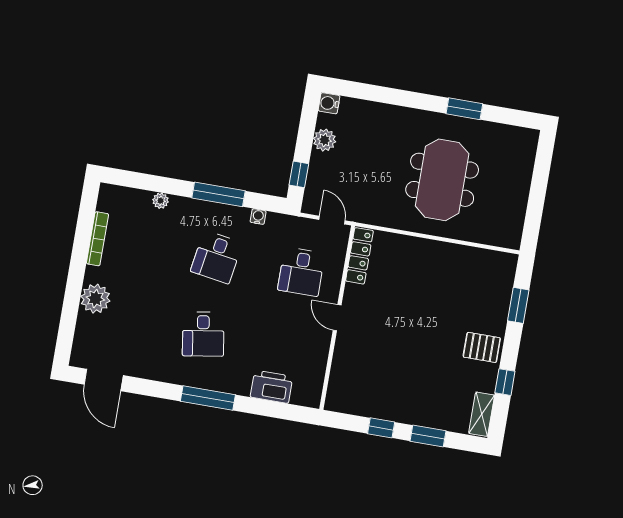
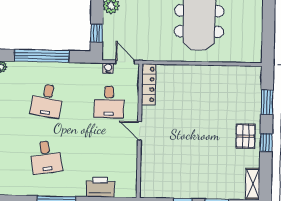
window: (219, 194) -> (42, 56), width x1.46
water cooler: (258, 217) -> (108, 68), moved
pallet: (482, 347) -> (246, 136), turned 90
window: (505, 382) -> (266, 142), moved

